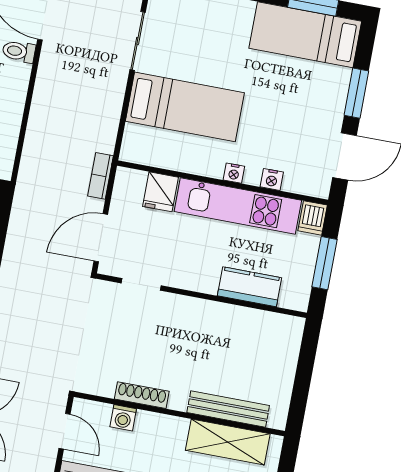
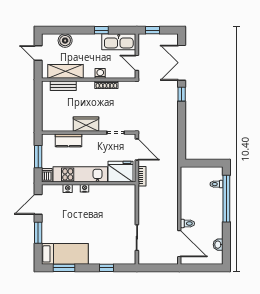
bed: (185, 107) -> (111, 213), removed
fridge: (161, 192) -> (121, 172), width x1.88, depth x1.34
door: (101, 238) -> (137, 149), hinge flipped
wardrobe: (204, 316) -> (86, 124), added
bench: (228, 409) -> (63, 86), width x0.73
washing machine: (123, 418) -> (100, 73), moved

